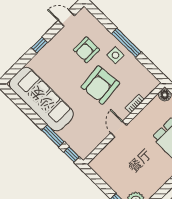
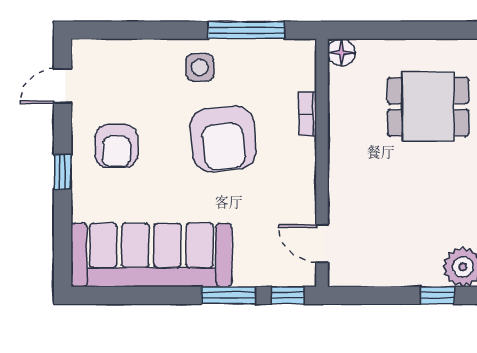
window: (126, 43) -> (246, 30), moved
armchair: (86, 50) -> (116, 146), moved
door: (119, 129) -> (322, 243), moved

